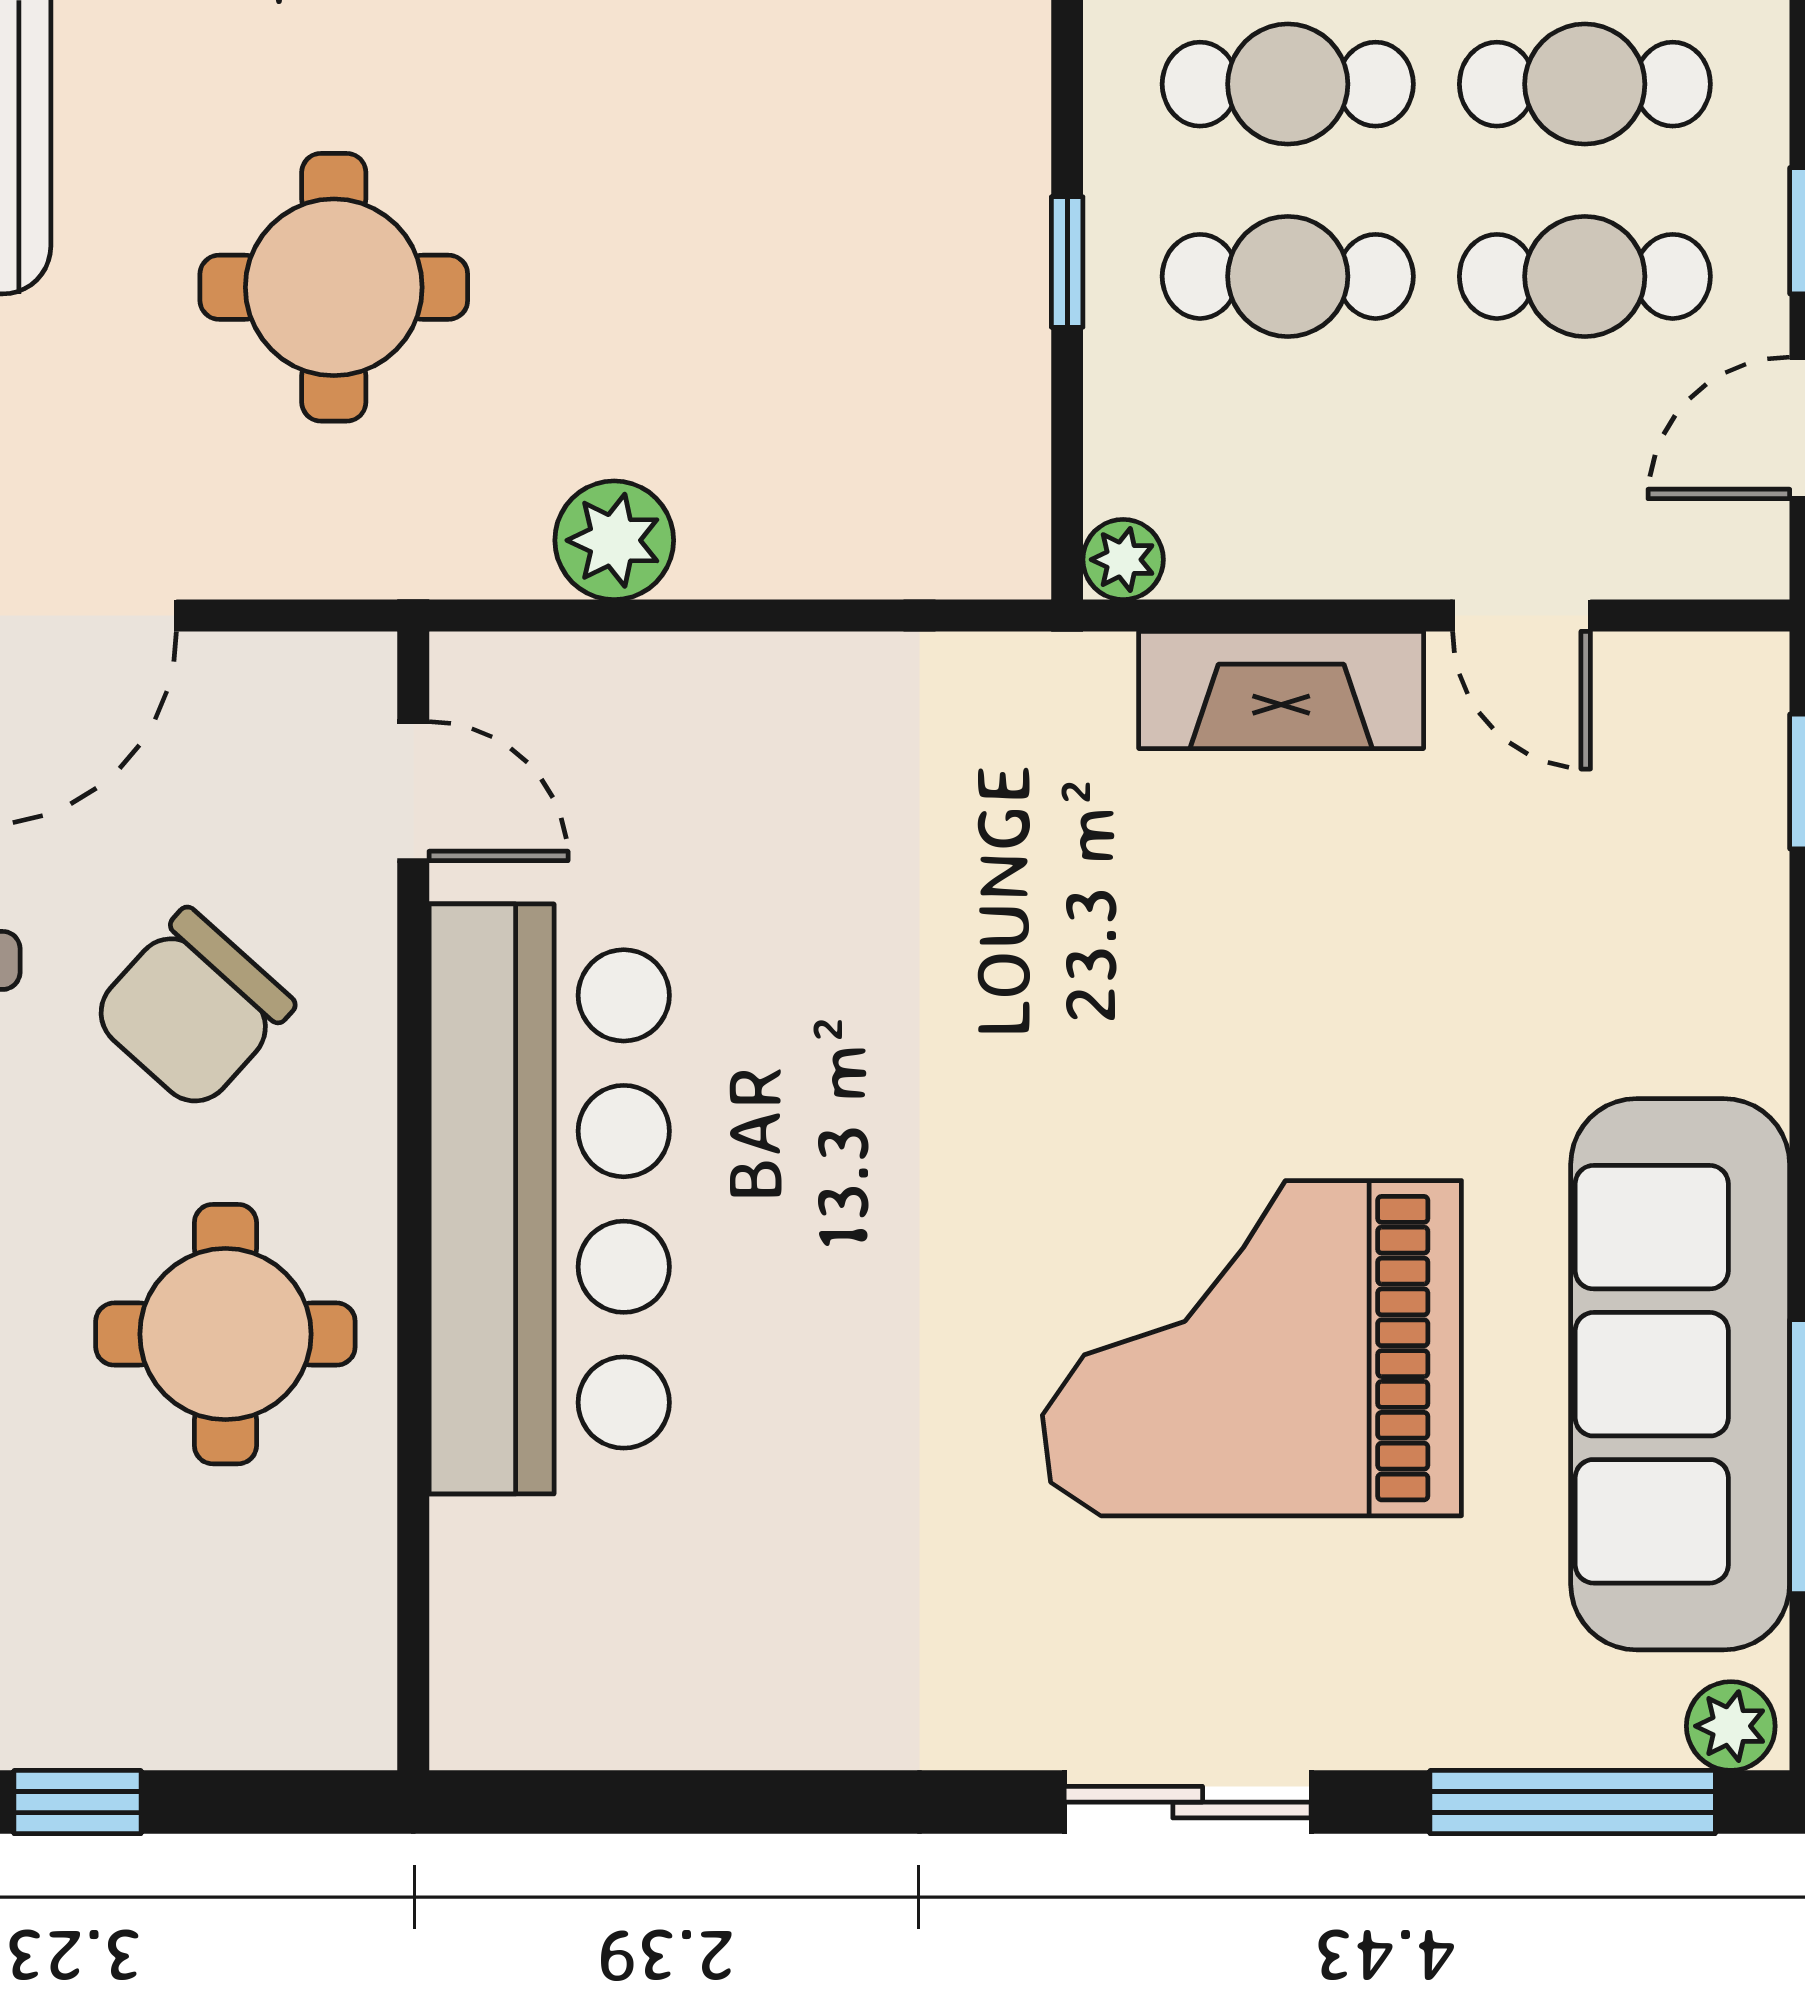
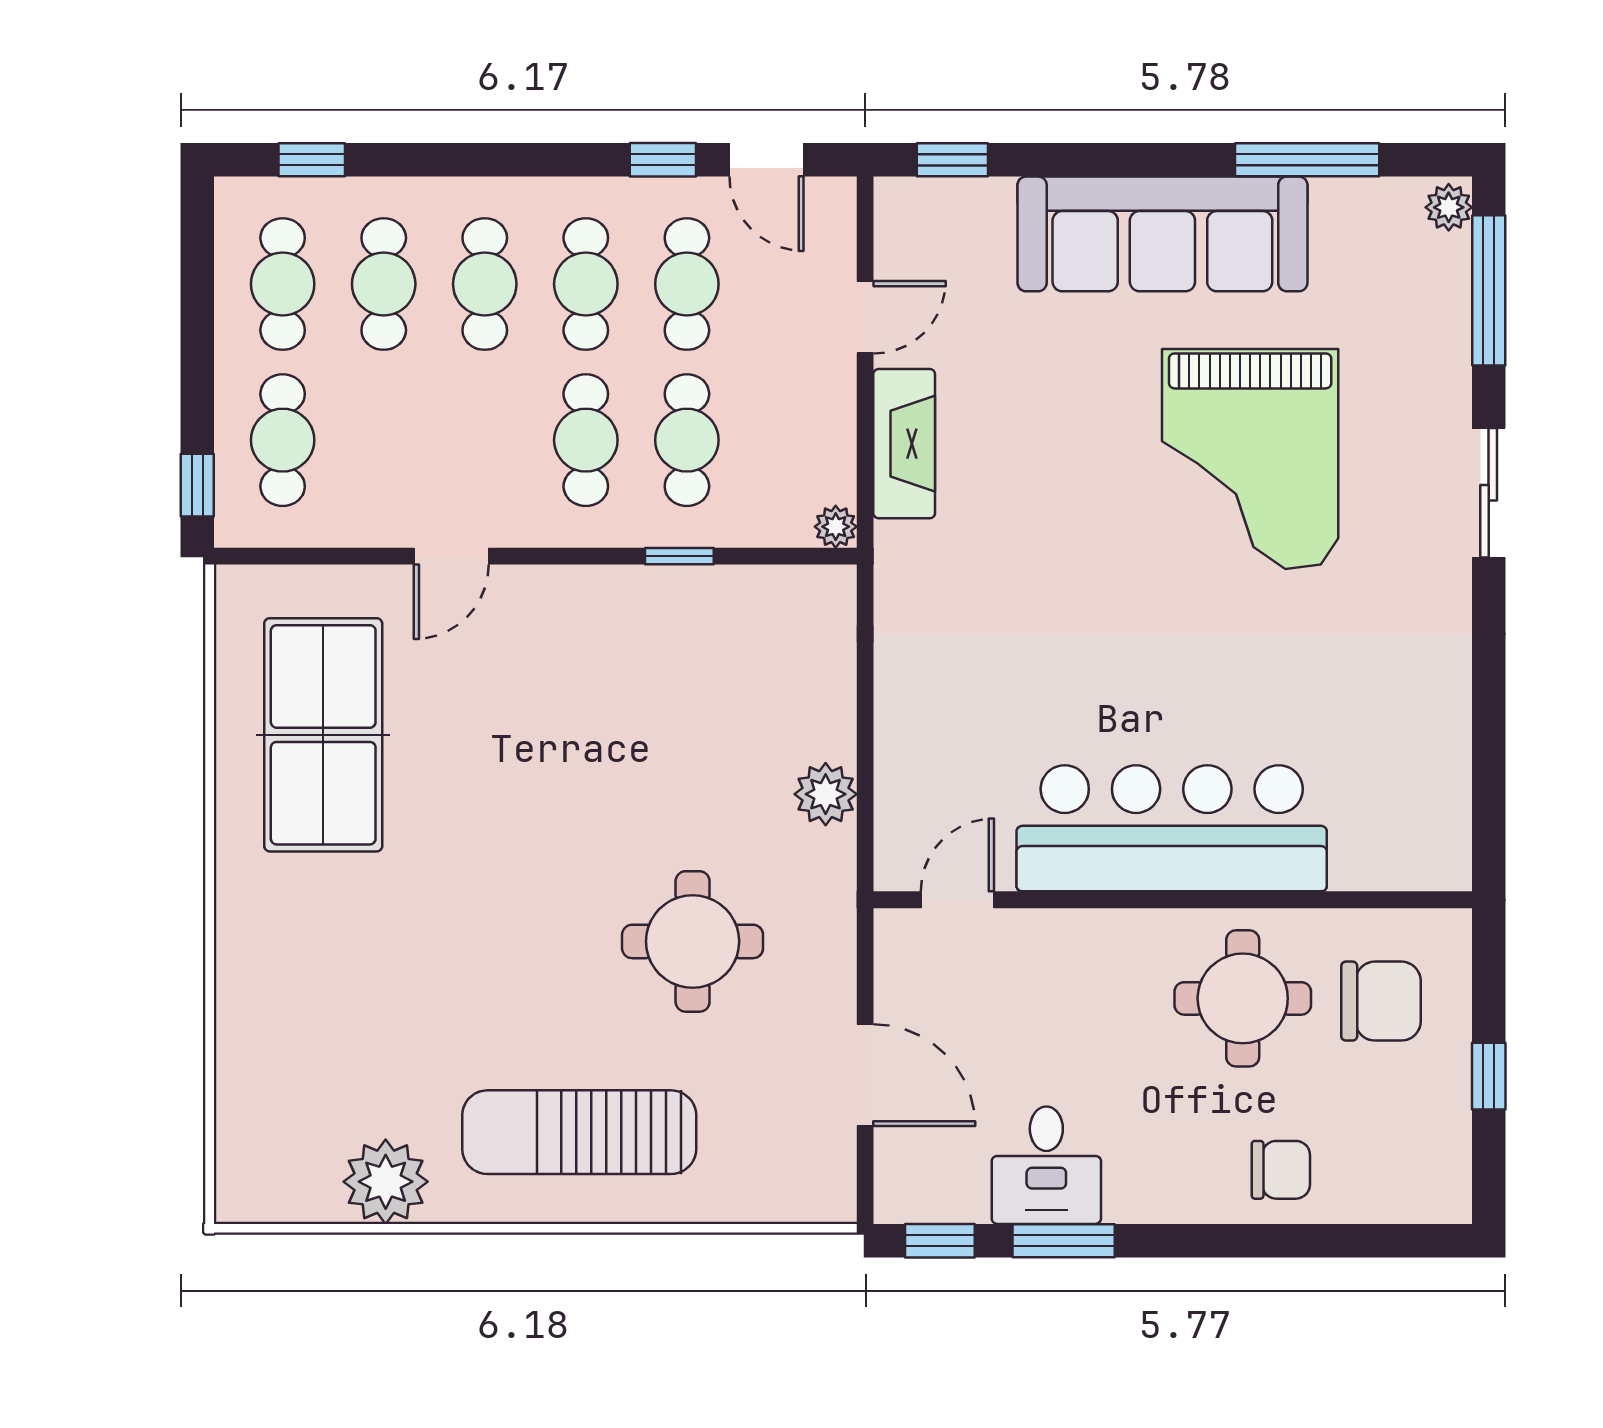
chair: (192, 1010) -> (1381, 1001), moved, turned -42
sofa: (1680, 1374) -> (1162, 234), moved

